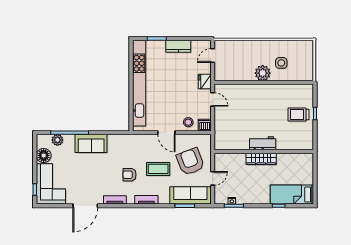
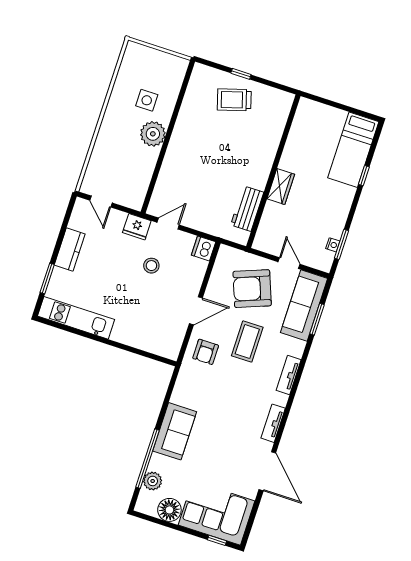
kitchen unit: (139, 83) -> (76, 318), width x0.54
trolley: (298, 115) -> (234, 100), turned 73
stool: (188, 122) -> (151, 266), moved
workbench: (263, 143) -> (247, 209), moved
wardrobe: (261, 159) -> (281, 187), width x0.67
armchair: (129, 175) -> (206, 352), moved

